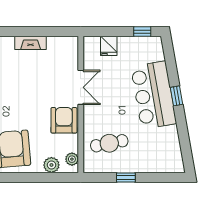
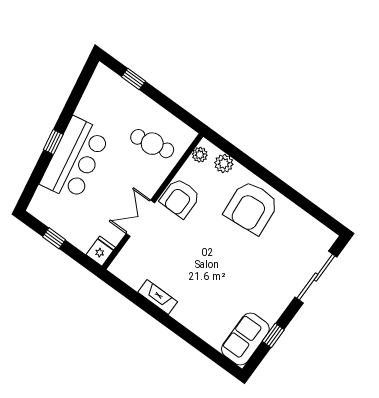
window: (142, 32) -> (54, 238), moved
fridge: (109, 46) -> (101, 251), moved
window: (126, 177) -> (133, 79), moved

